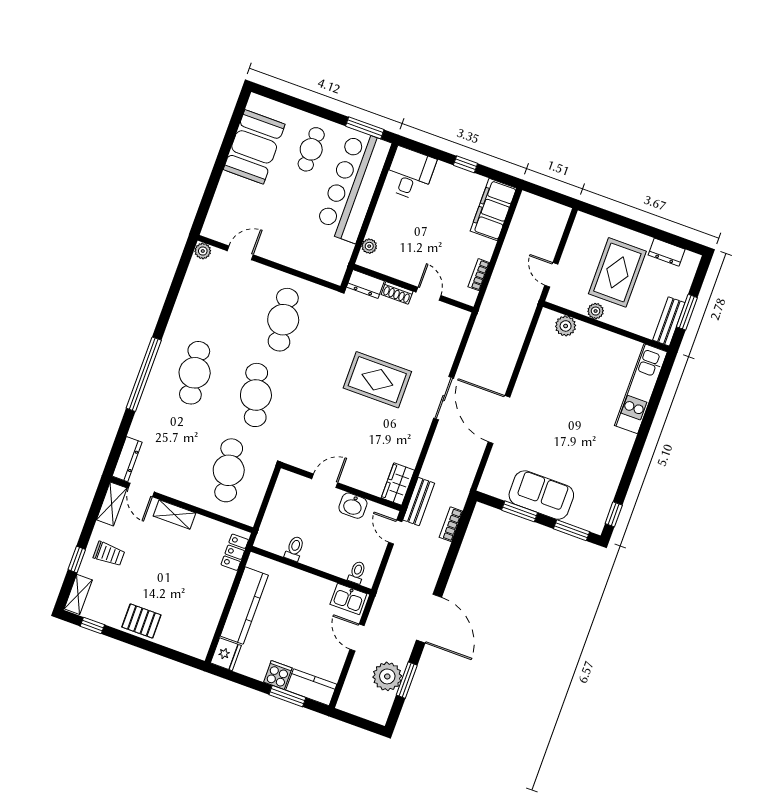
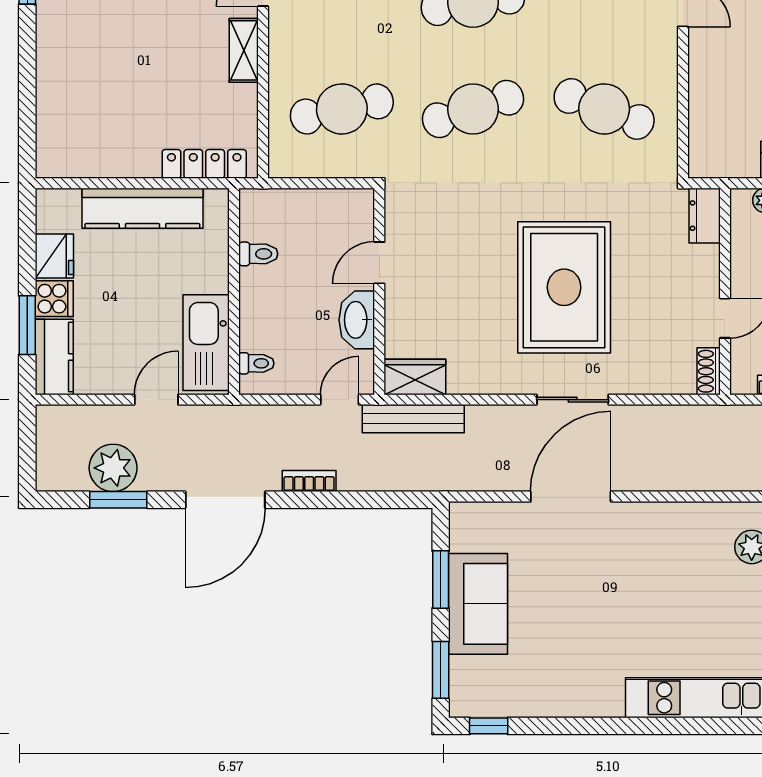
shoe rack: (397, 293) -> (709, 371), moved
cafe table: (283, 320) -> (604, 109), turned 30
rug: (377, 380) -> (564, 287), width x1.37, depth x1.44
door: (325, 481) -> (379, 263), swing flipped
bench: (419, 502) -> (413, 419), width x1.36
washbasin: (353, 506) -> (357, 320), width x1.38
bookcase: (451, 524) -> (309, 481), moved
locker: (235, 552) -> (204, 164), width x1.53
kitchen sink: (348, 599) -> (206, 343), width x1.88, depth x1.24
pallet: (141, 621) -> (61, 59), removed
fridge: (226, 654) -> (54, 256), moved, turned -90

